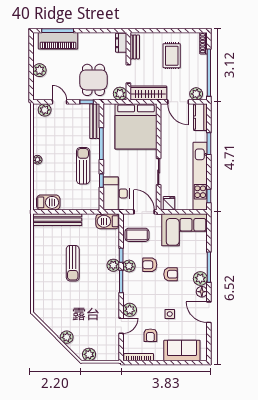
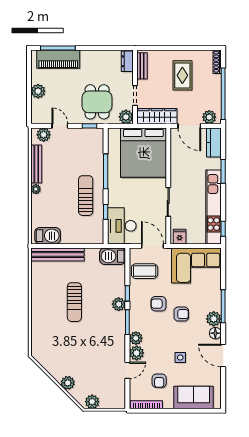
bench: (95, 121) -> (36, 164), moved
plant: (129, 266) -> (136, 338), moved

